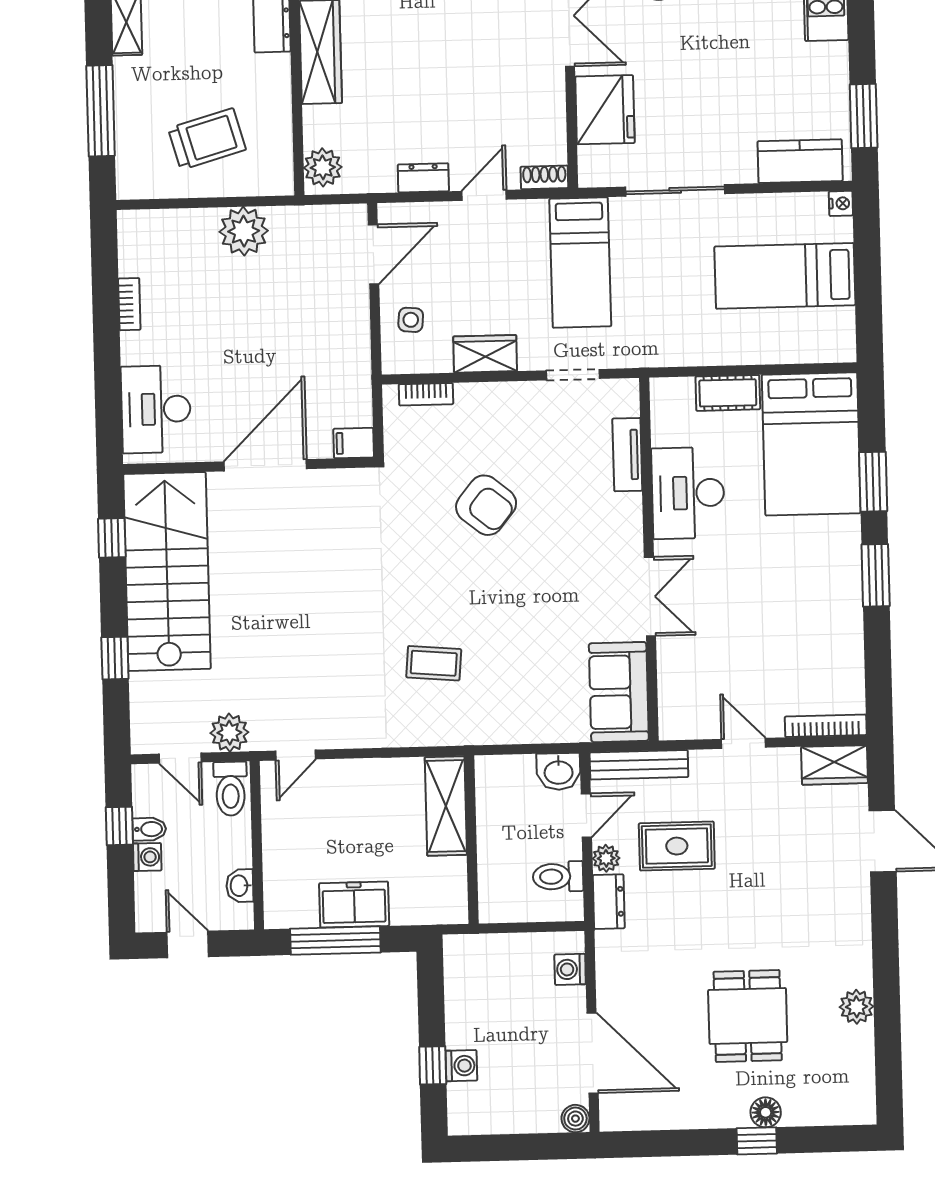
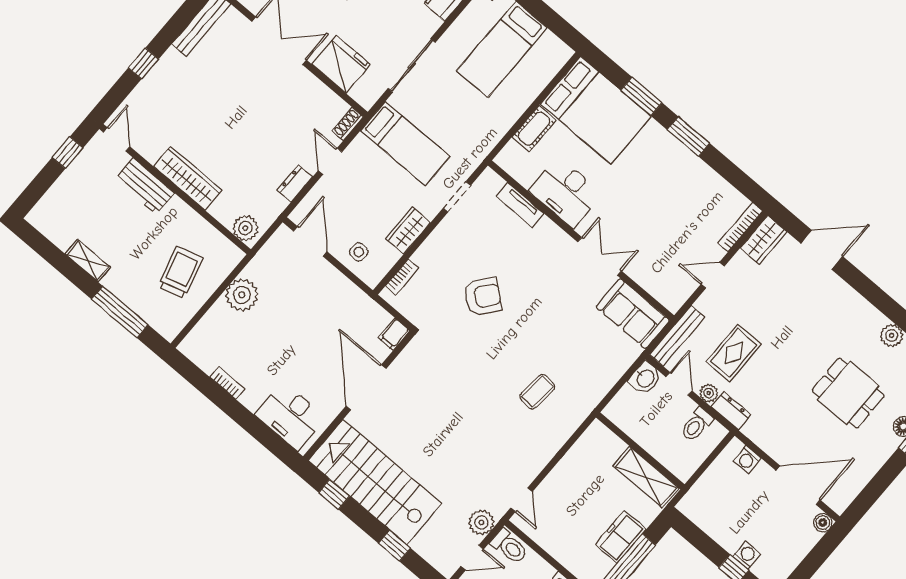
shelving: (446, 806) -> (646, 477), moved

